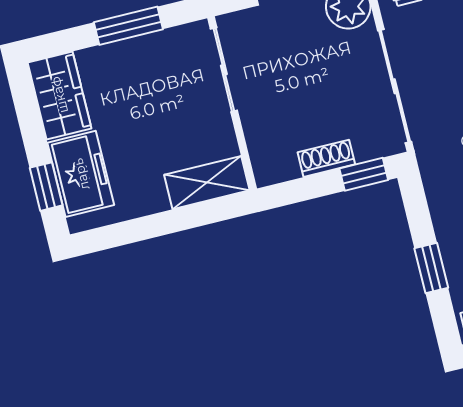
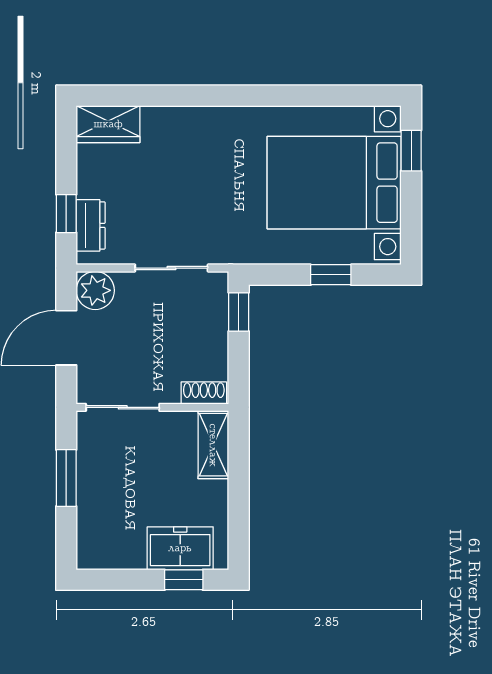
sliding door: (395, 86) -> (171, 268), width x0.73
wardrobe: (59, 95) -> (110, 550), removed
shoe rack: (326, 158) -> (204, 393), moved, turned 90

